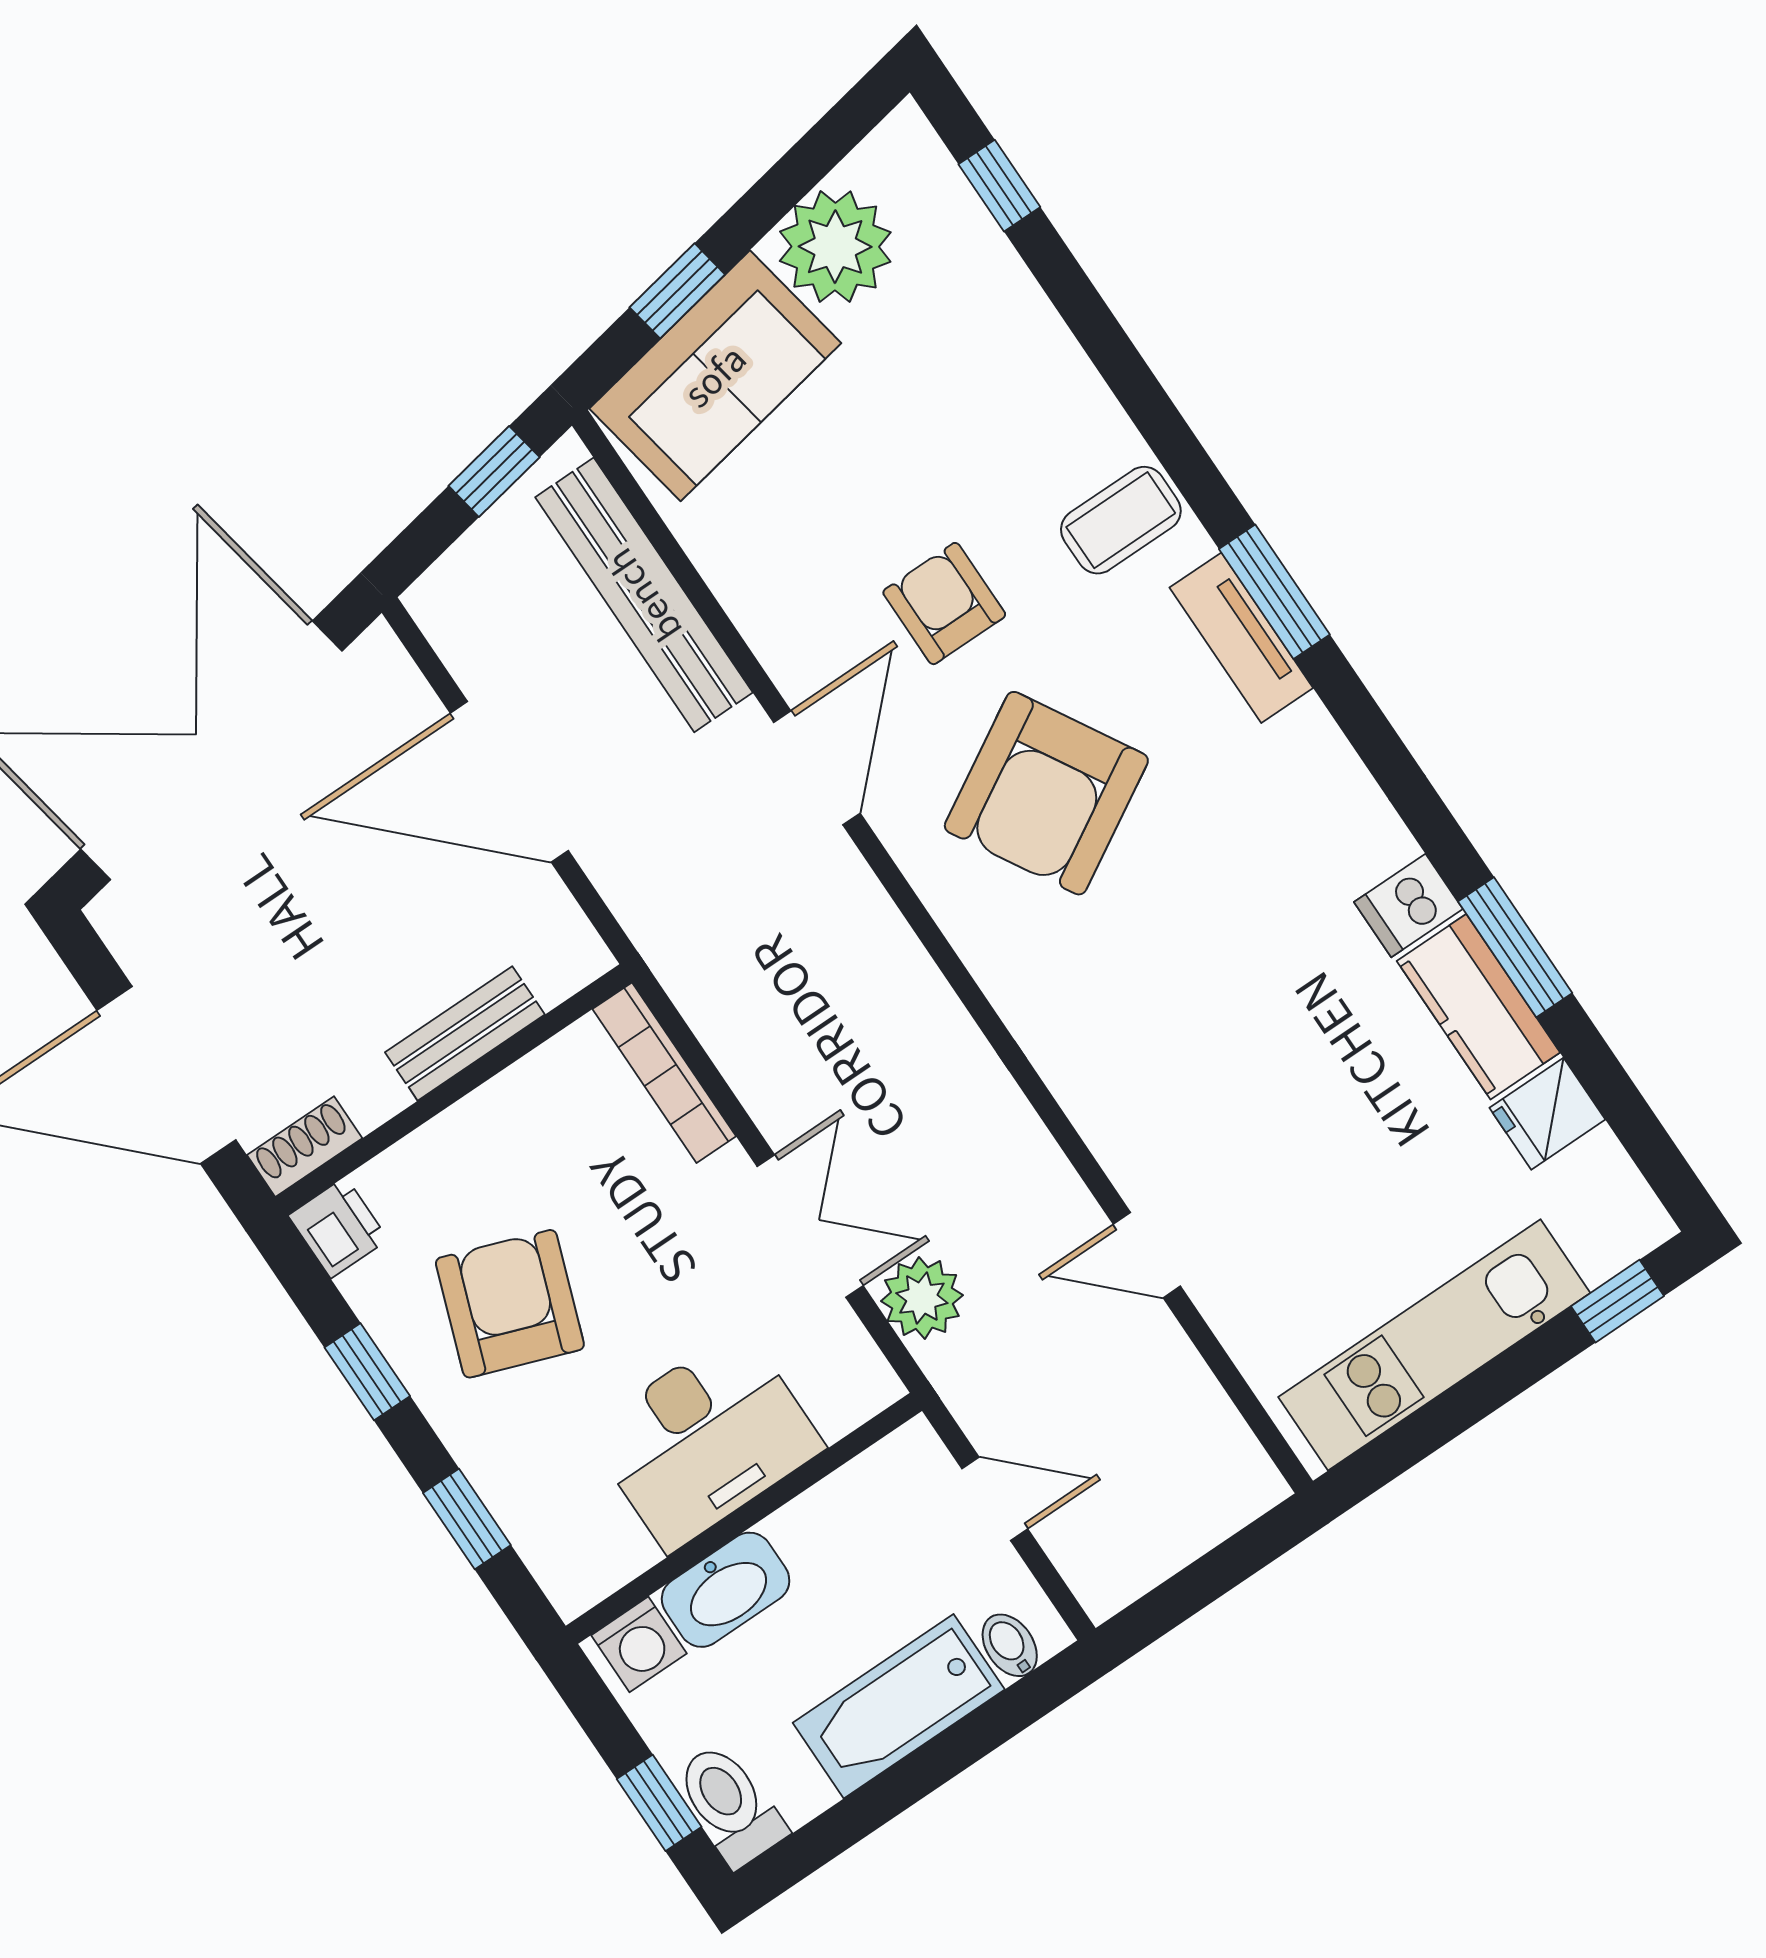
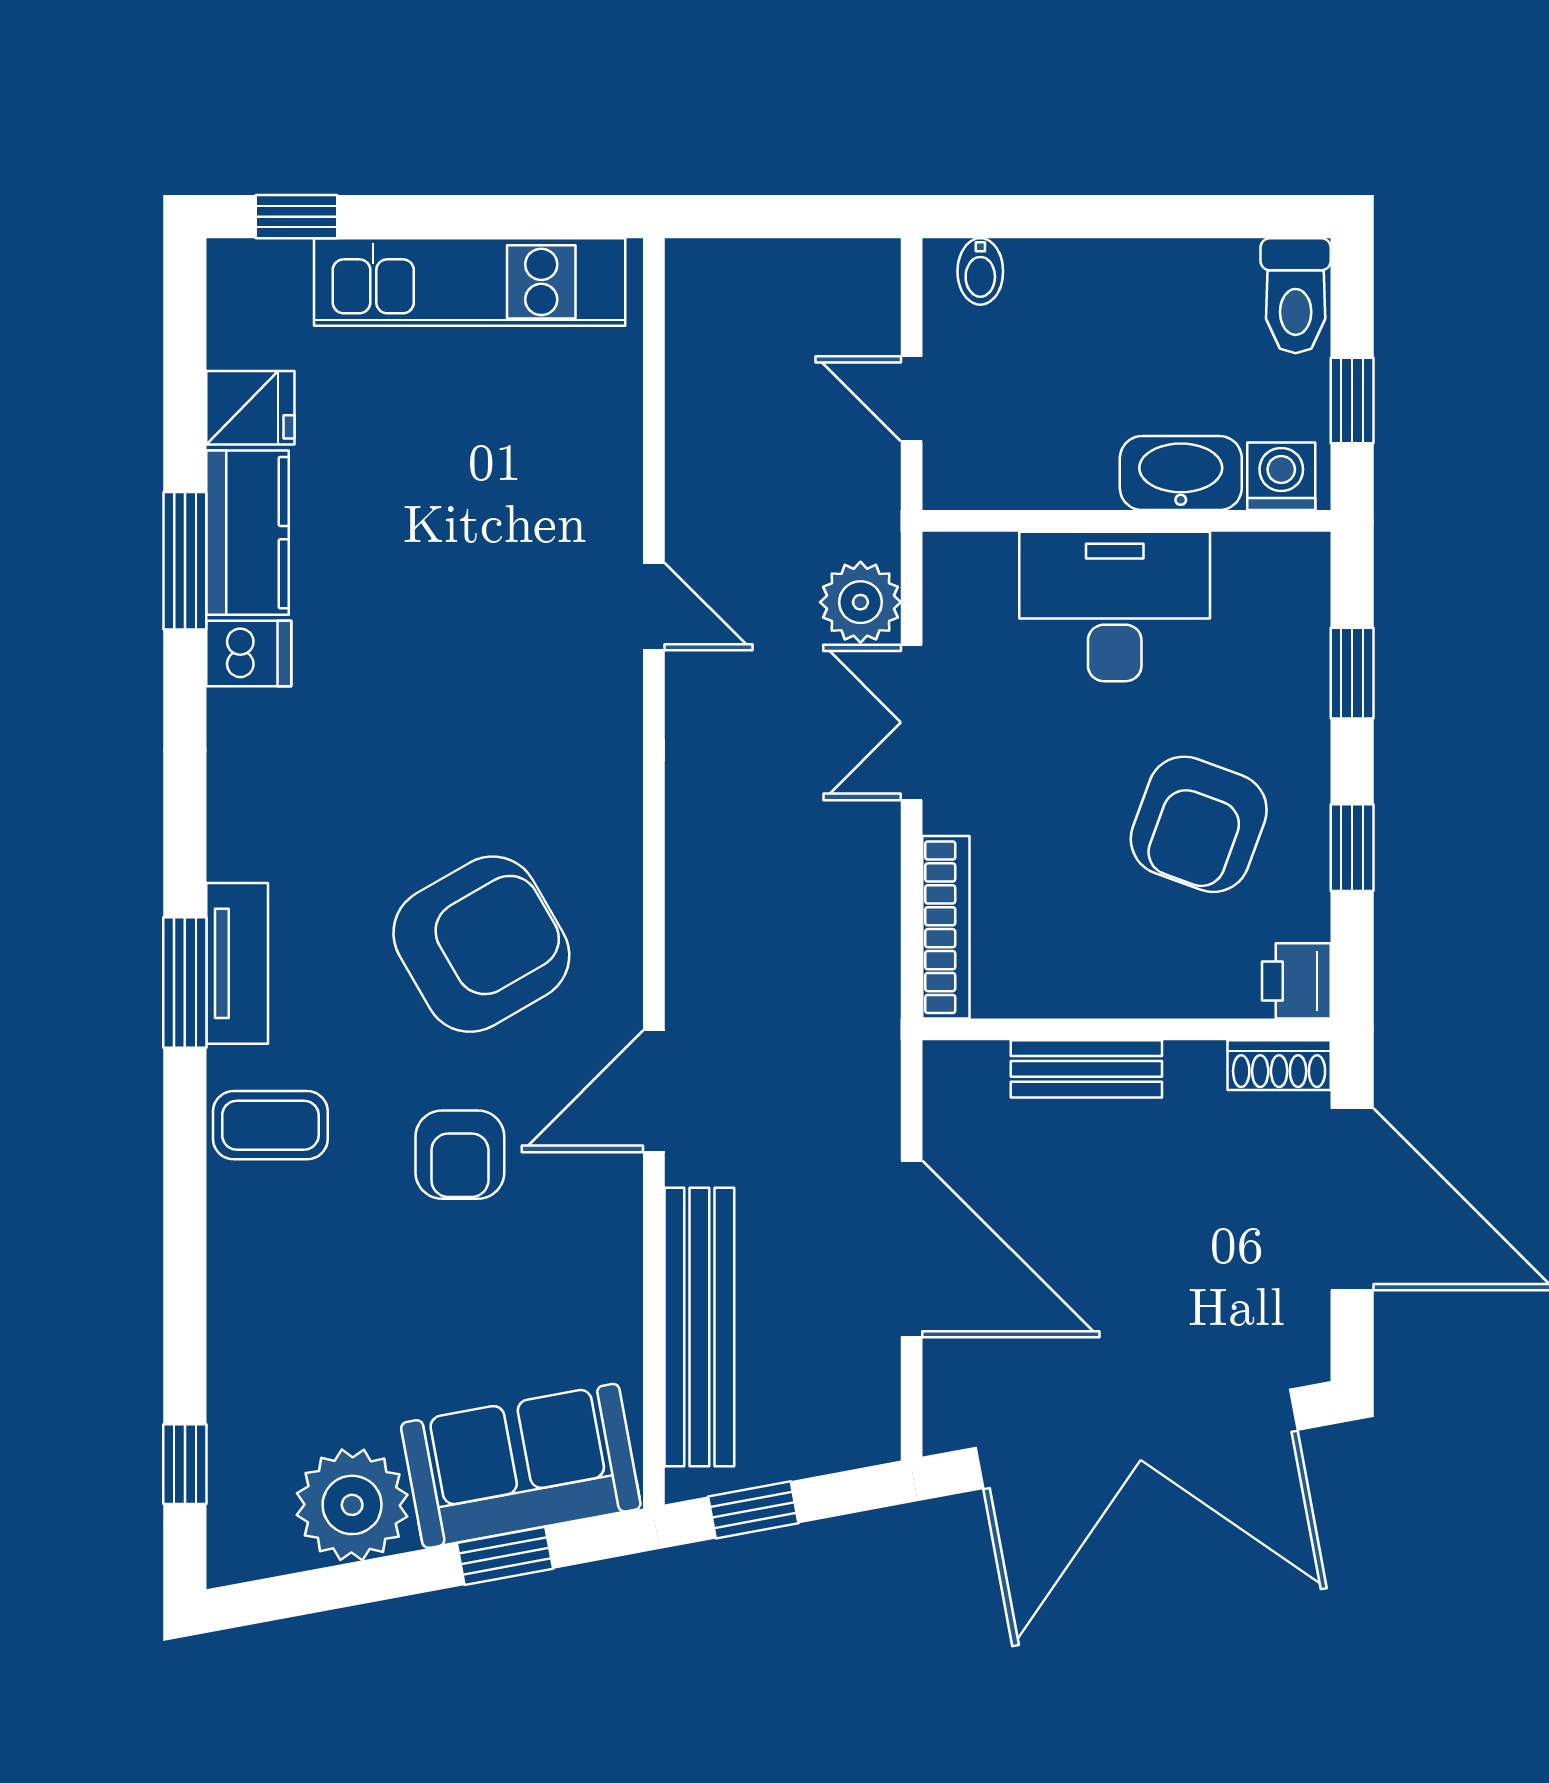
door: (1147, 1255) -> (654, 607), moved
bathtub: (899, 1706) -> (1104, 283), removed
window: (659, 1803) -> (1352, 401), moved

